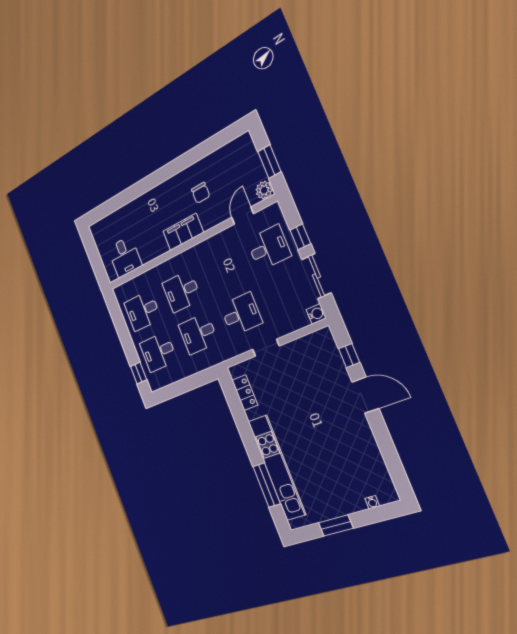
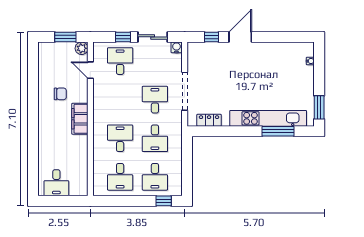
desk: (125, 257) -> (56, 183), moved, turned 90
desk: (182, 291) -> (120, 138), turned 180
doorway: (266, 348) -> (185, 91), width x1.88
window: (336, 526) -> (319, 107), moved

